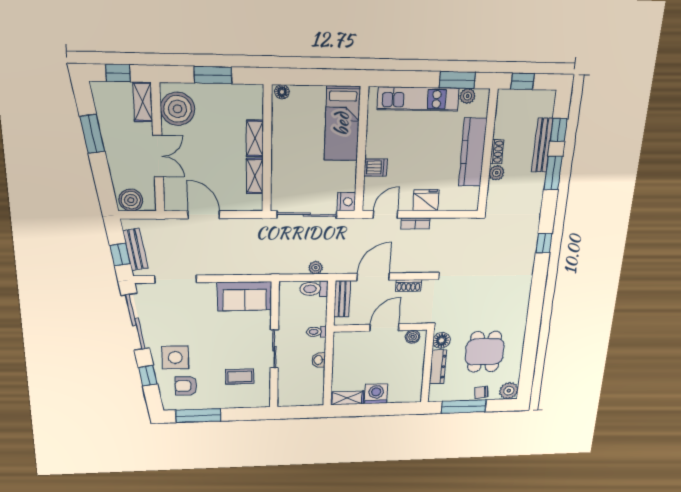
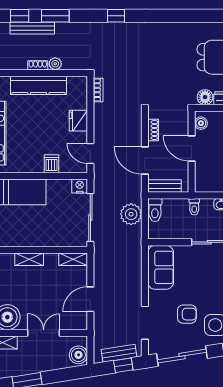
shelving: (255, 176) -> (73, 259), moved
bookcase: (415, 223) -> (98, 90), moved
plant: (316, 268) -> (131, 214), width x1.88, depth x1.88
armchair: (188, 326) -> (187, 314), added

